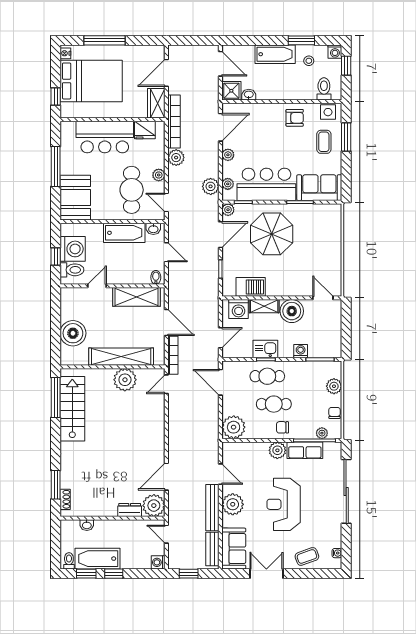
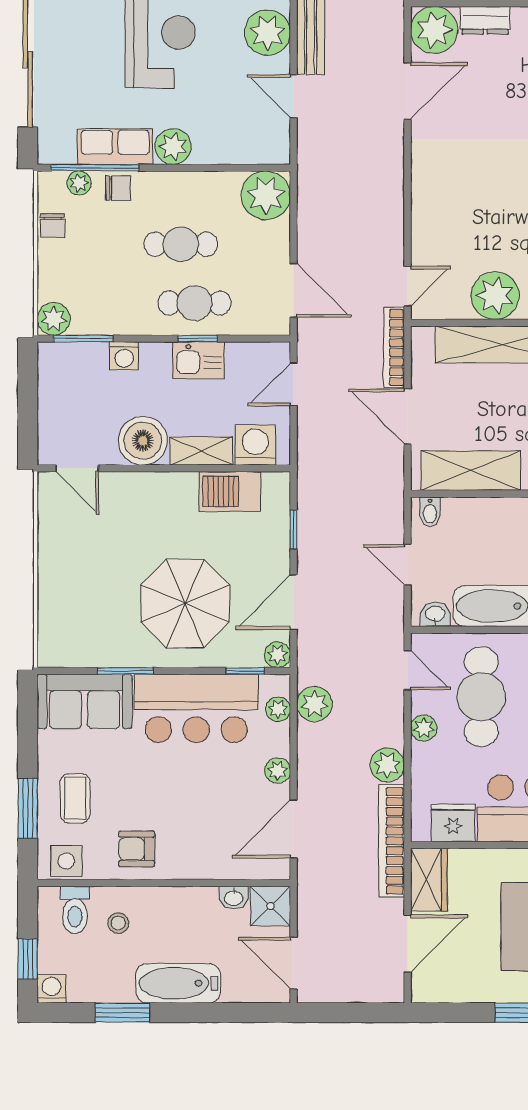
stool: (309, 61) -> (118, 923), moved
plant: (334, 386) -> (54, 319), moved
chair: (283, 427) -> (118, 188), moved

